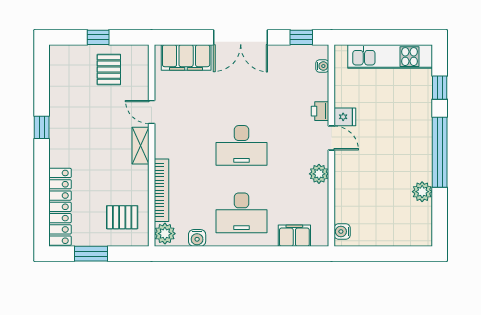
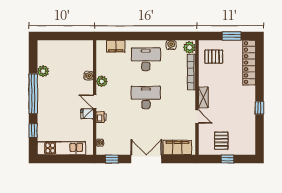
water cooler: (342, 232) -> (89, 76), moved

